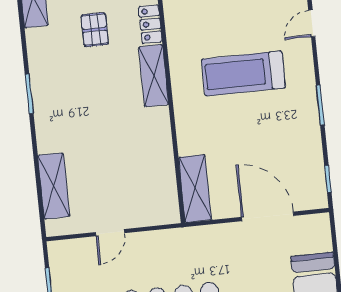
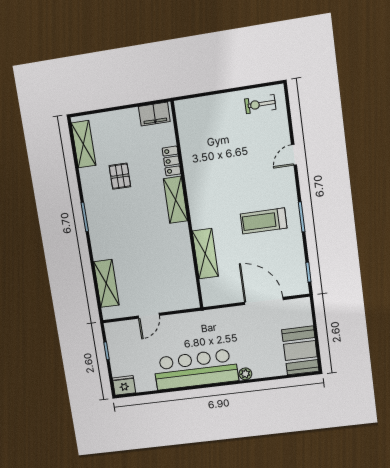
pallet: (95, 30) -> (120, 176), moved
treadmill: (243, 73) -> (264, 221), moved, width x0.73, depth x0.73
shelving: (195, 189) -> (205, 254), moved

